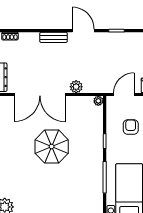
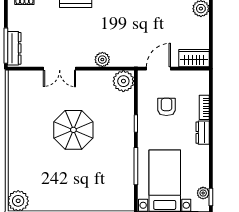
double door: (40, 95) -> (60, 69), width x0.54
plant: (98, 101) -> (123, 81), width x1.88, depth x1.88

